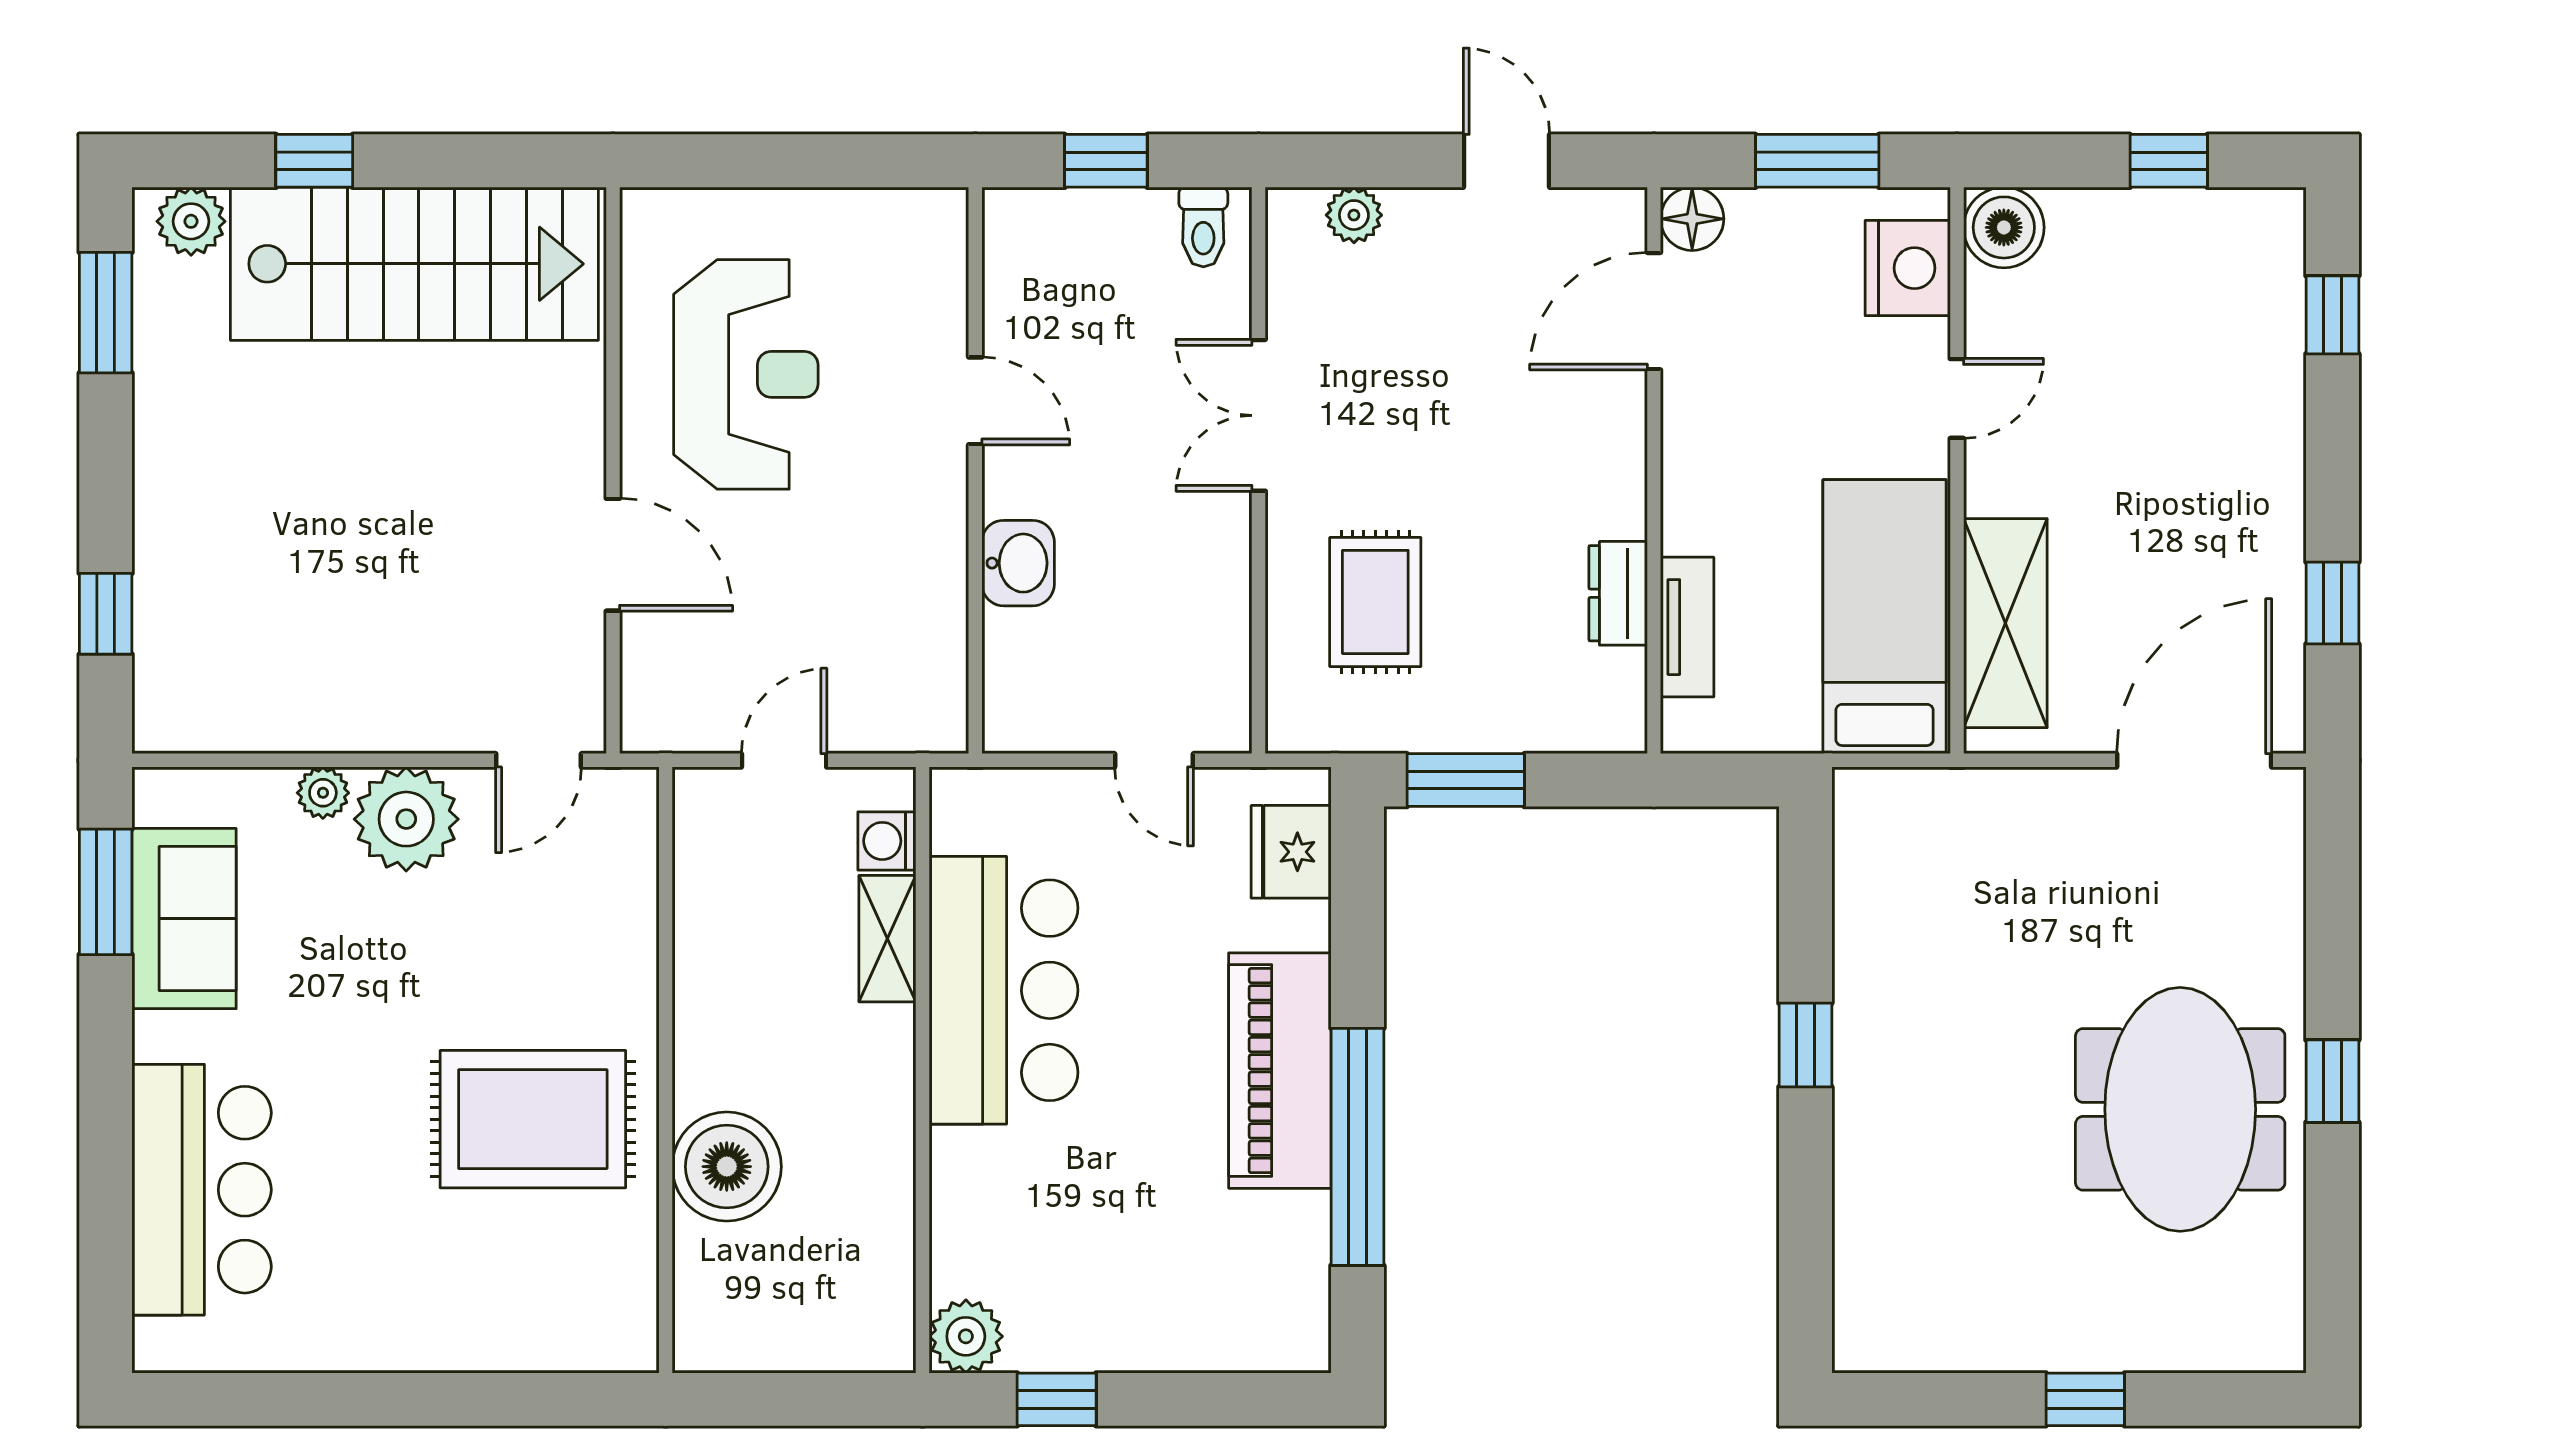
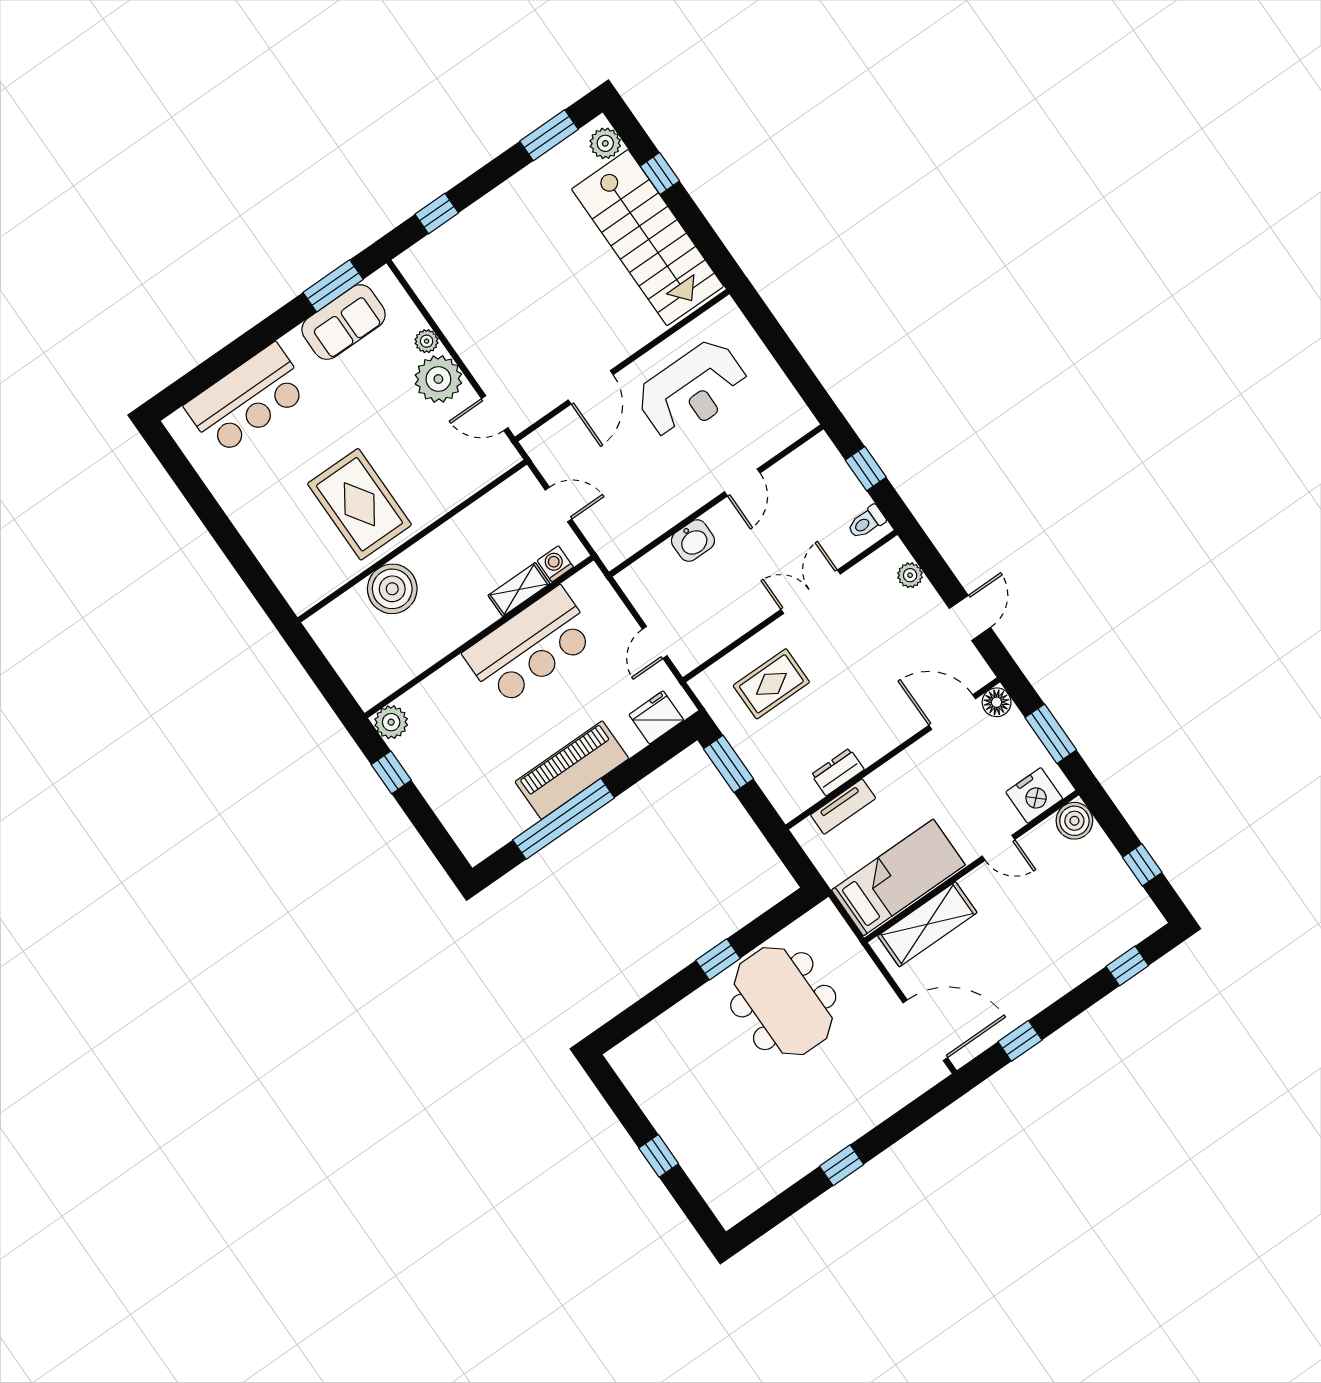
meeting table: (2180, 1109) -> (783, 1001), moved, turned 90

